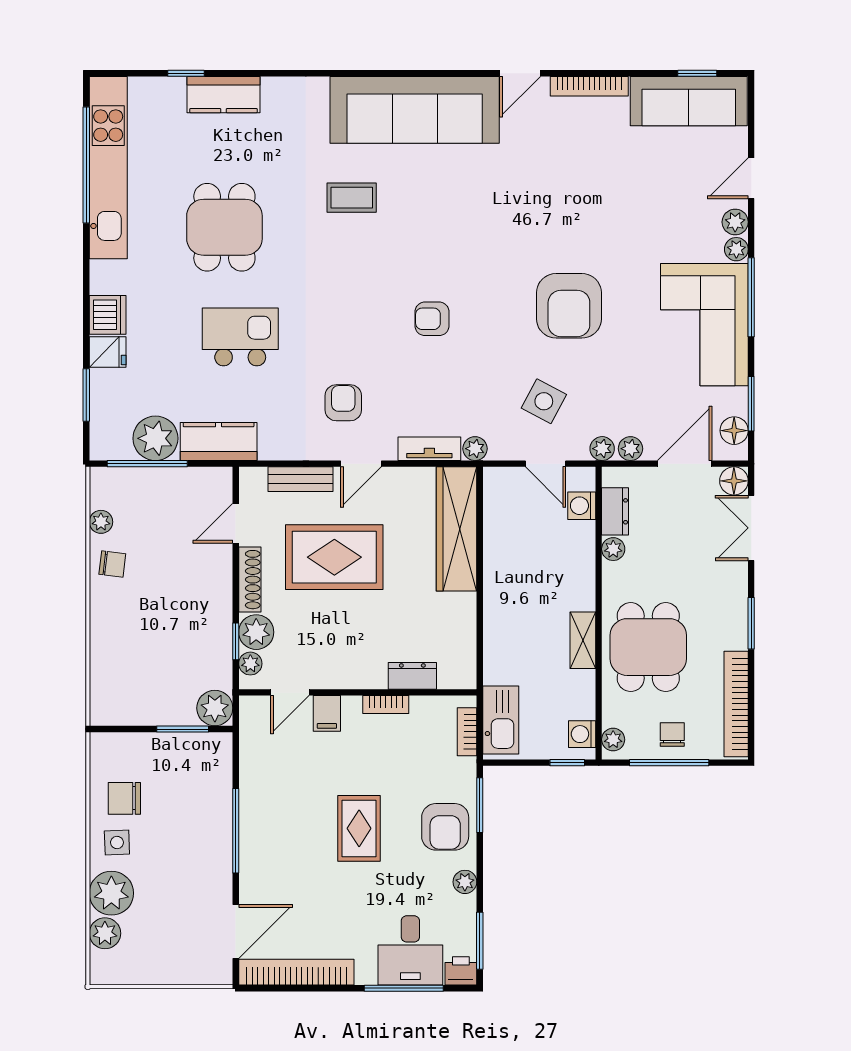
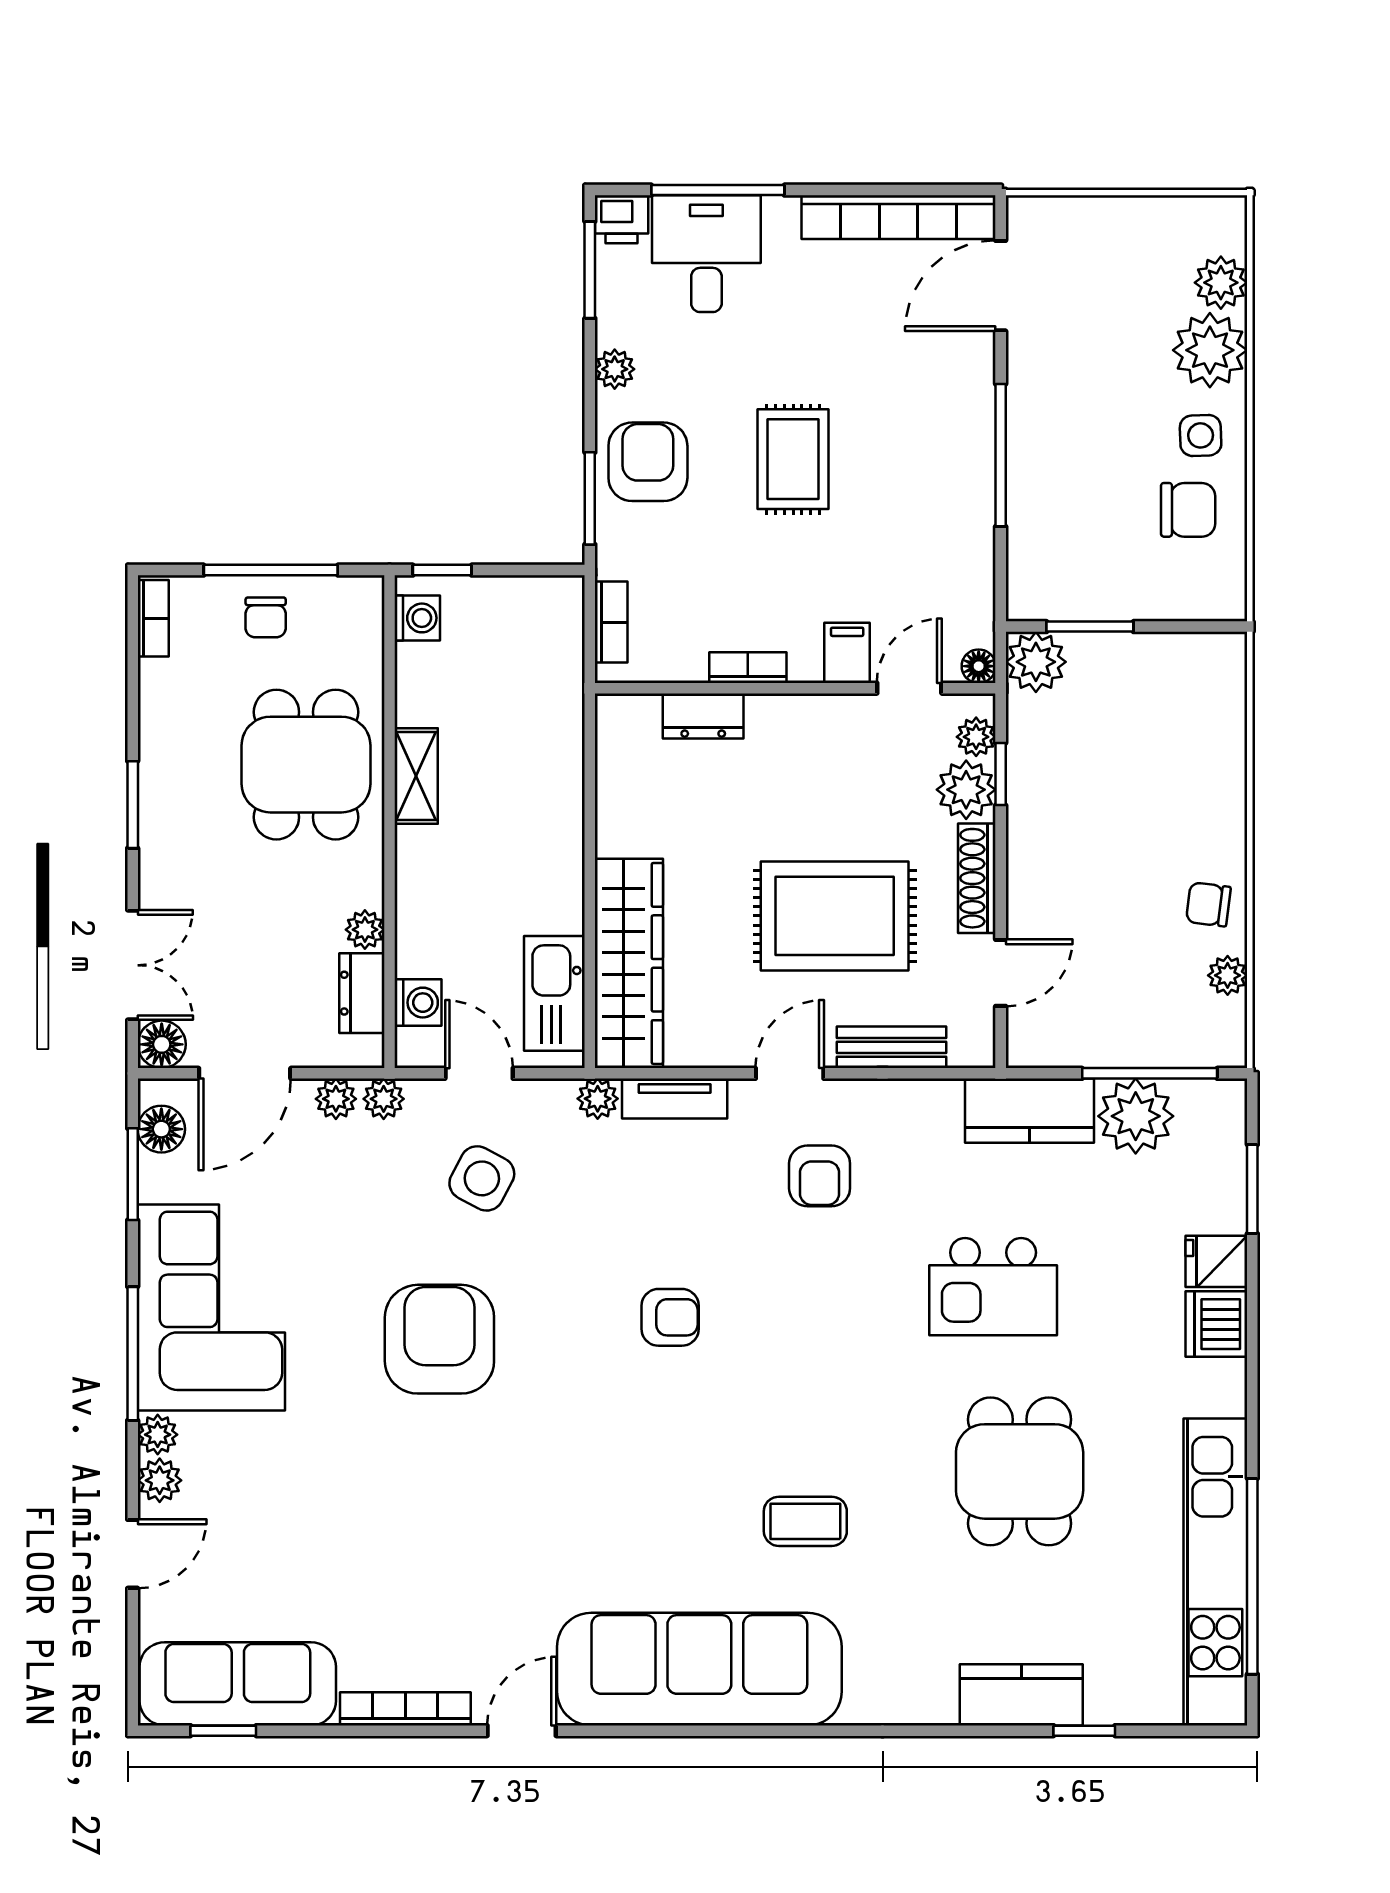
bookcase: (736, 704) -> (153, 618), width x0.43, depth x0.76
floor lamp: (249, 705) -> (979, 666), added
kitchen sink: (501, 720) -> (554, 993), moved
plant: (613, 740) -> (365, 609), removed

